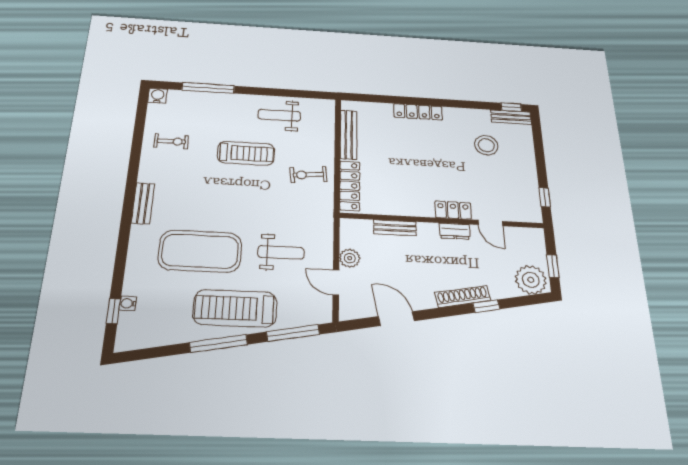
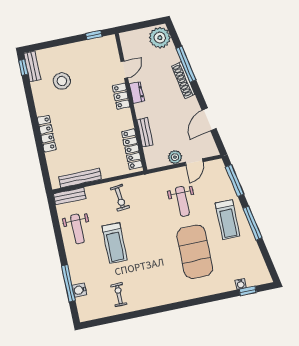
water cooler: (158, 96) -> (79, 290), moved
treadmill: (246, 153) -> (115, 243), turned 180
locker: (350, 186) -> (132, 149), moved, turned -90
bench: (143, 203) -> (70, 196), moved
weight bench: (281, 252) -> (182, 201), turned 180
window: (553, 266) -> (146, 24), removed
window: (486, 306) -> (186, 64), width x2.17
treadmill: (235, 308) -> (227, 220), width x0.73, depth x0.73

